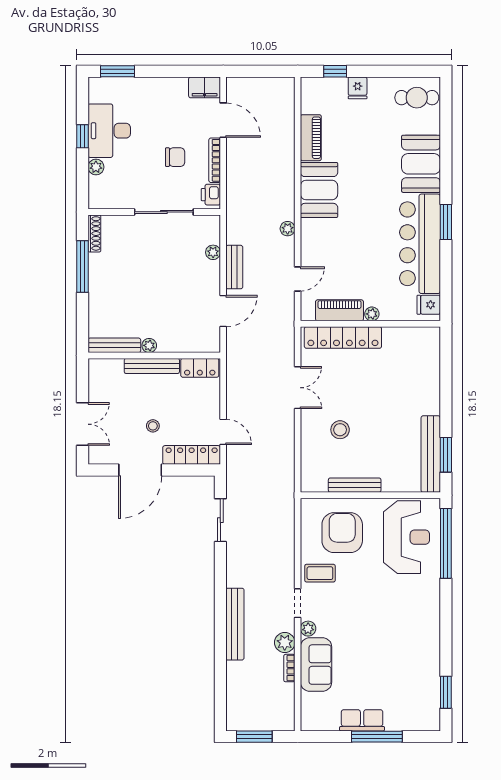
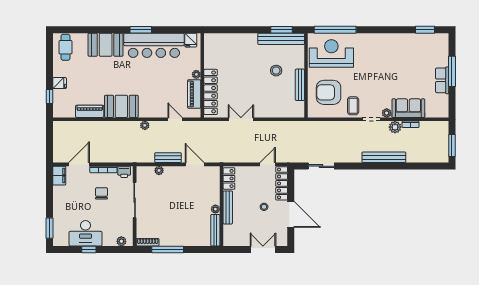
plant: (96, 167) -> (121, 241), moved
stool: (340, 430) -> (276, 71), moved

